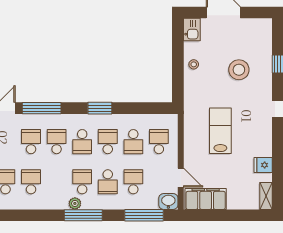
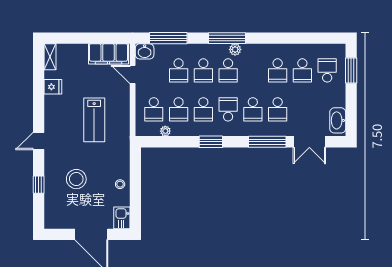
plant: (147, 119) -> (165, 131), added
school desk: (133, 142) -> (179, 109), turned 180
school desk: (108, 182) -> (203, 70), turned 180

